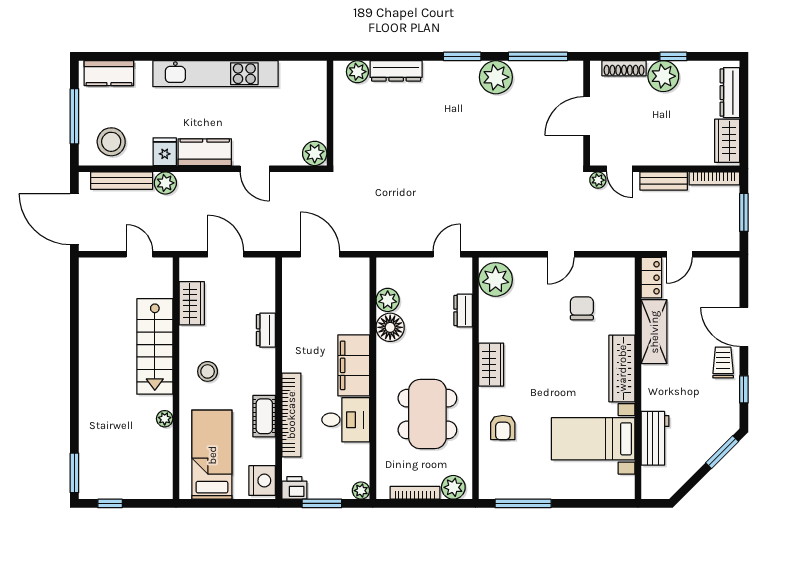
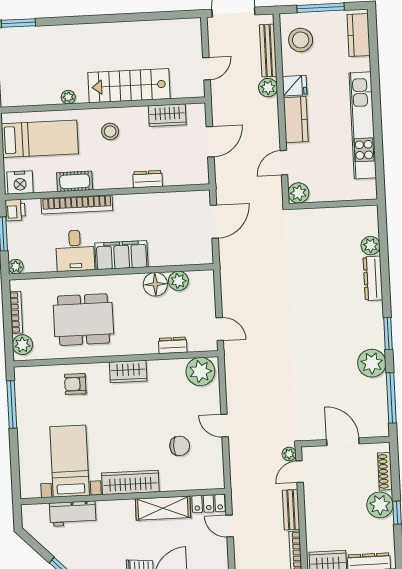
wall: (330, 113) -> (333, 204), moved
plant: (315, 153) -> (298, 193), moved

